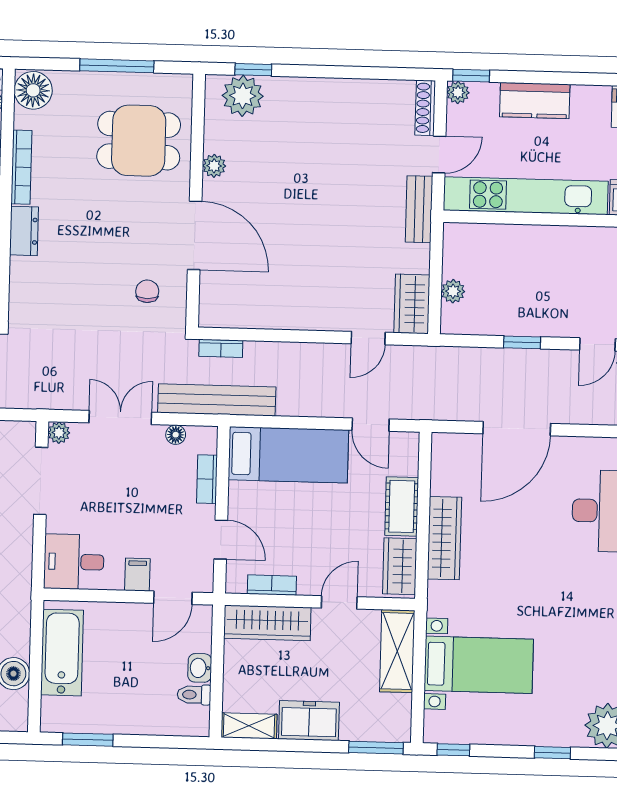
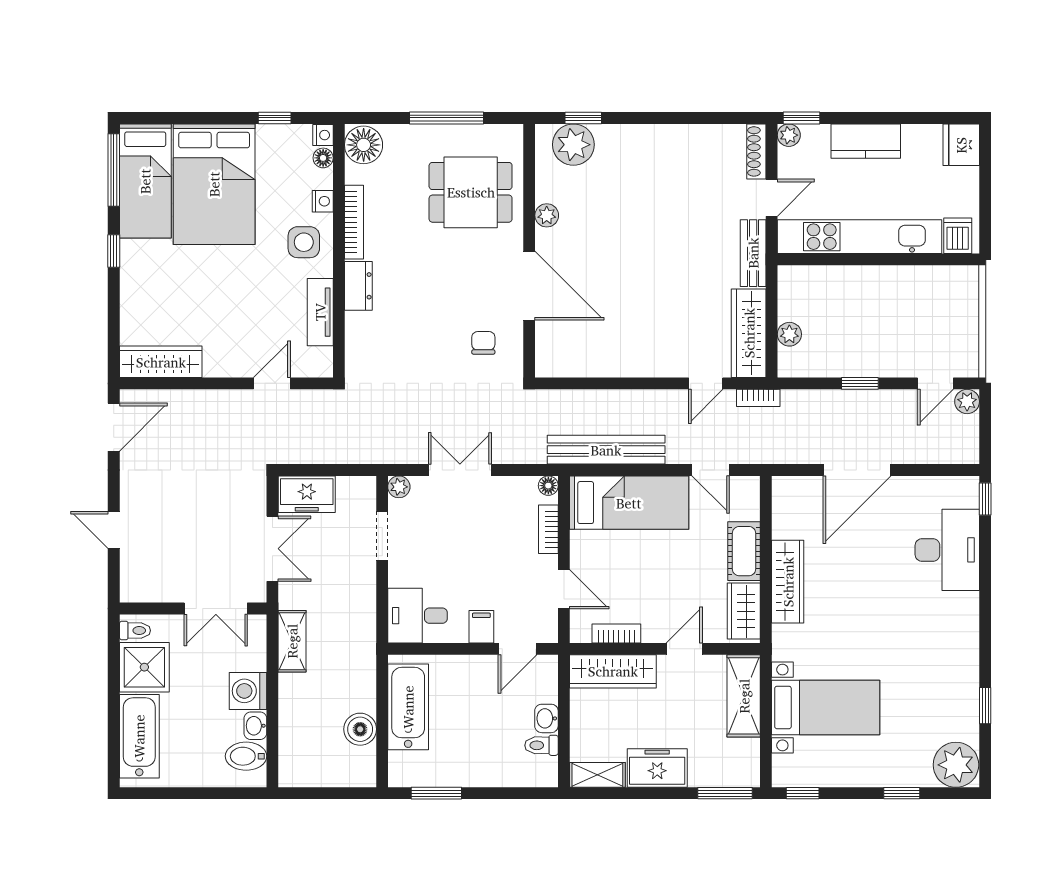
wardrobe: (412, 304) -> (749, 333), width x1.50
bookcase: (221, 348) -> (758, 398), moved
bench: (217, 400) -> (606, 450), moved
floor lamp: (176, 435) -> (548, 486), moved
doorway: (41, 481) -> (382, 536), width x0.73

